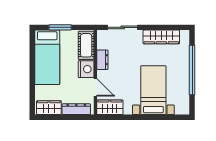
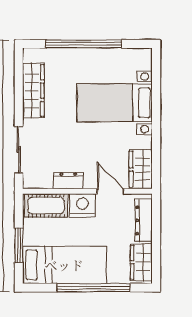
window: (32, 76) -> (94, 288), added
door: (95, 87) -> (111, 191), hinge flipped

